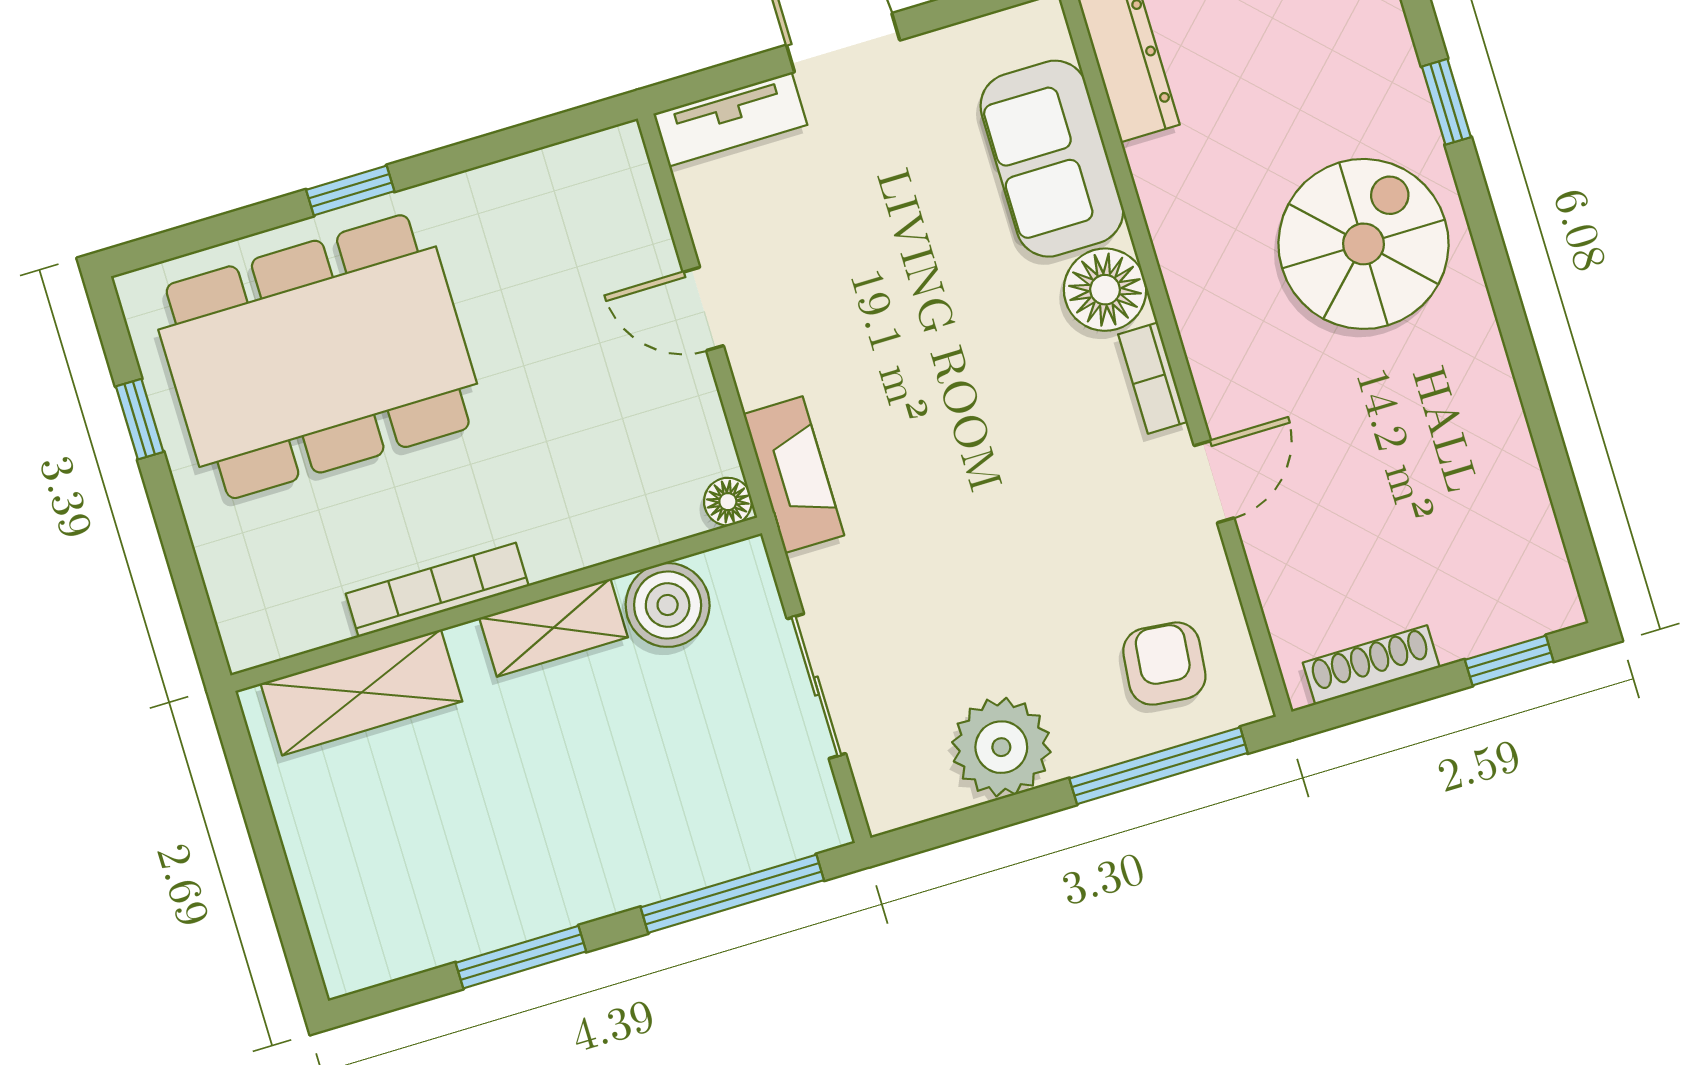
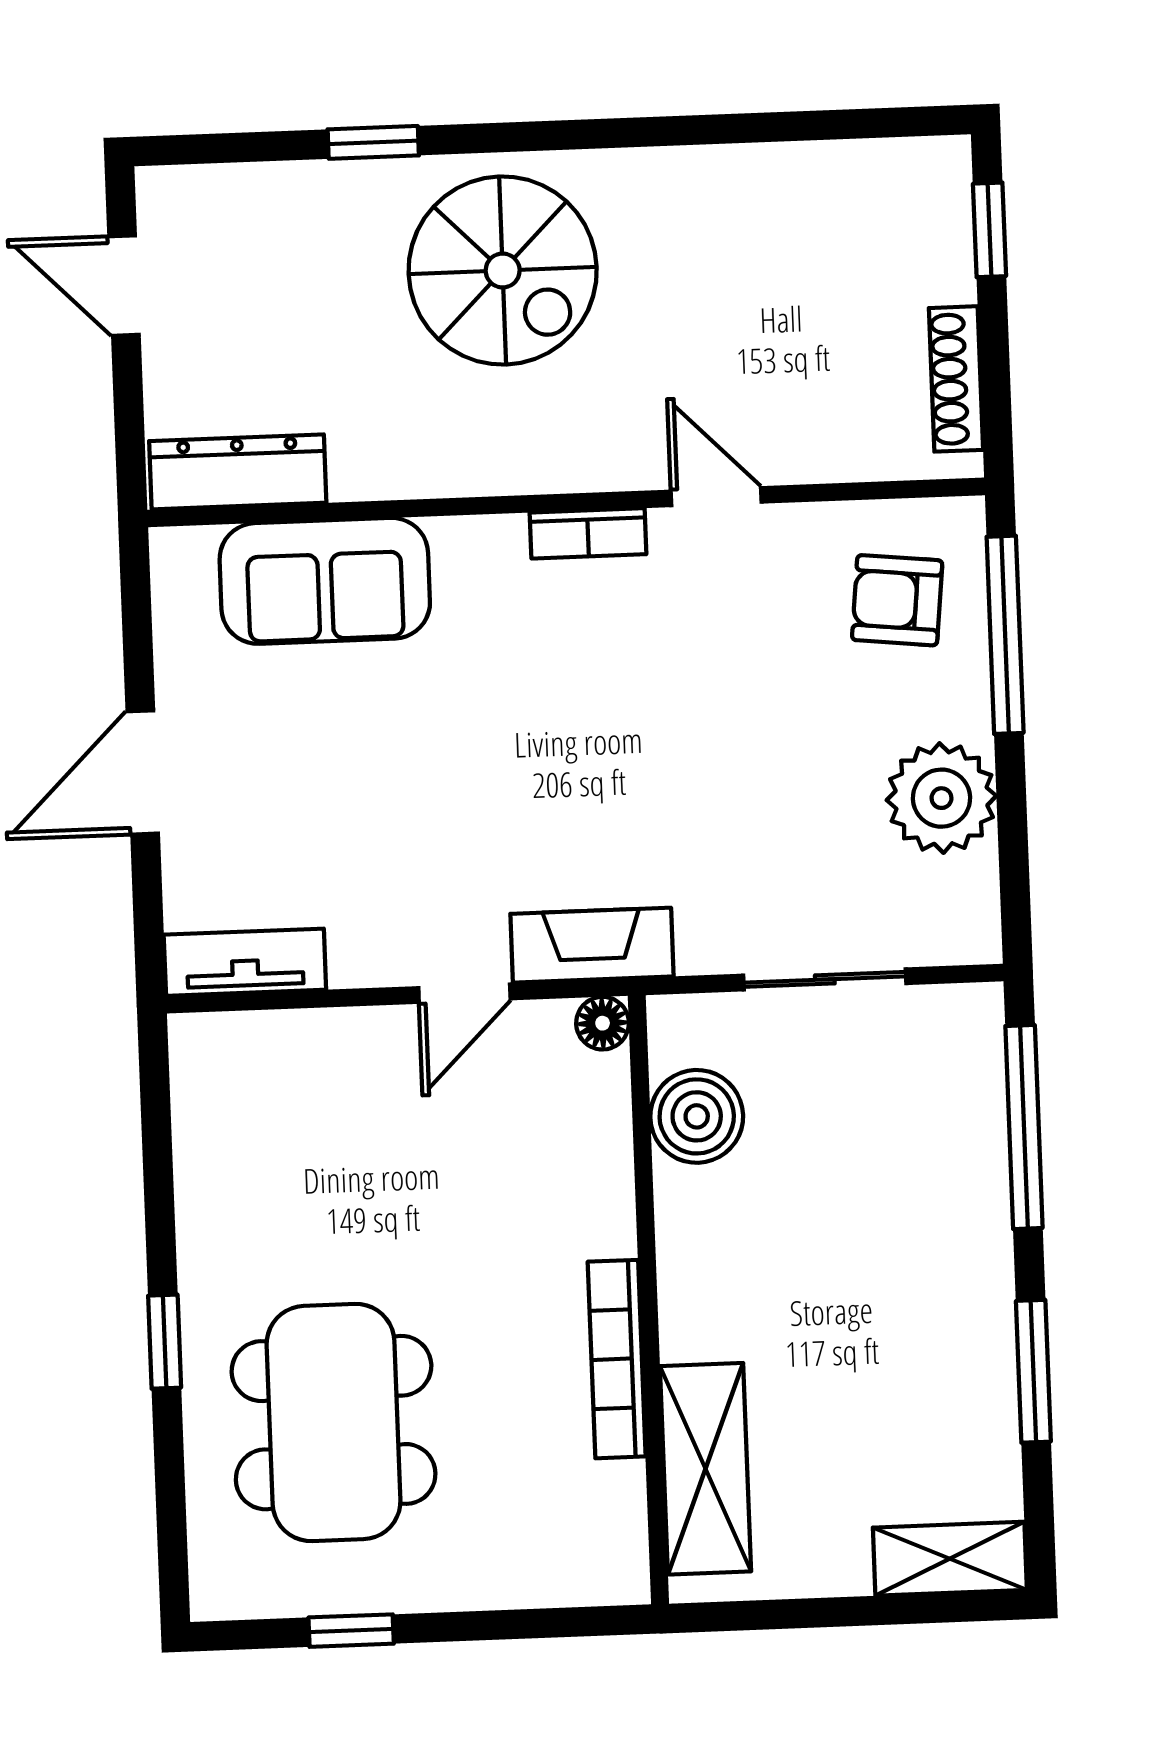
tv unit: (730, 119) -> (245, 962), moved, turned -90
spiral stairs: (1364, 244) -> (503, 271), turned 180
floor lamp: (1105, 290) -> (480, 560), removed
door: (703, 309) -> (464, 993), moved
dining table: (318, 357) -> (334, 1423), width x0.73, depth x0.80
shelving: (554, 628) -> (950, 1559), moved, turned 90

